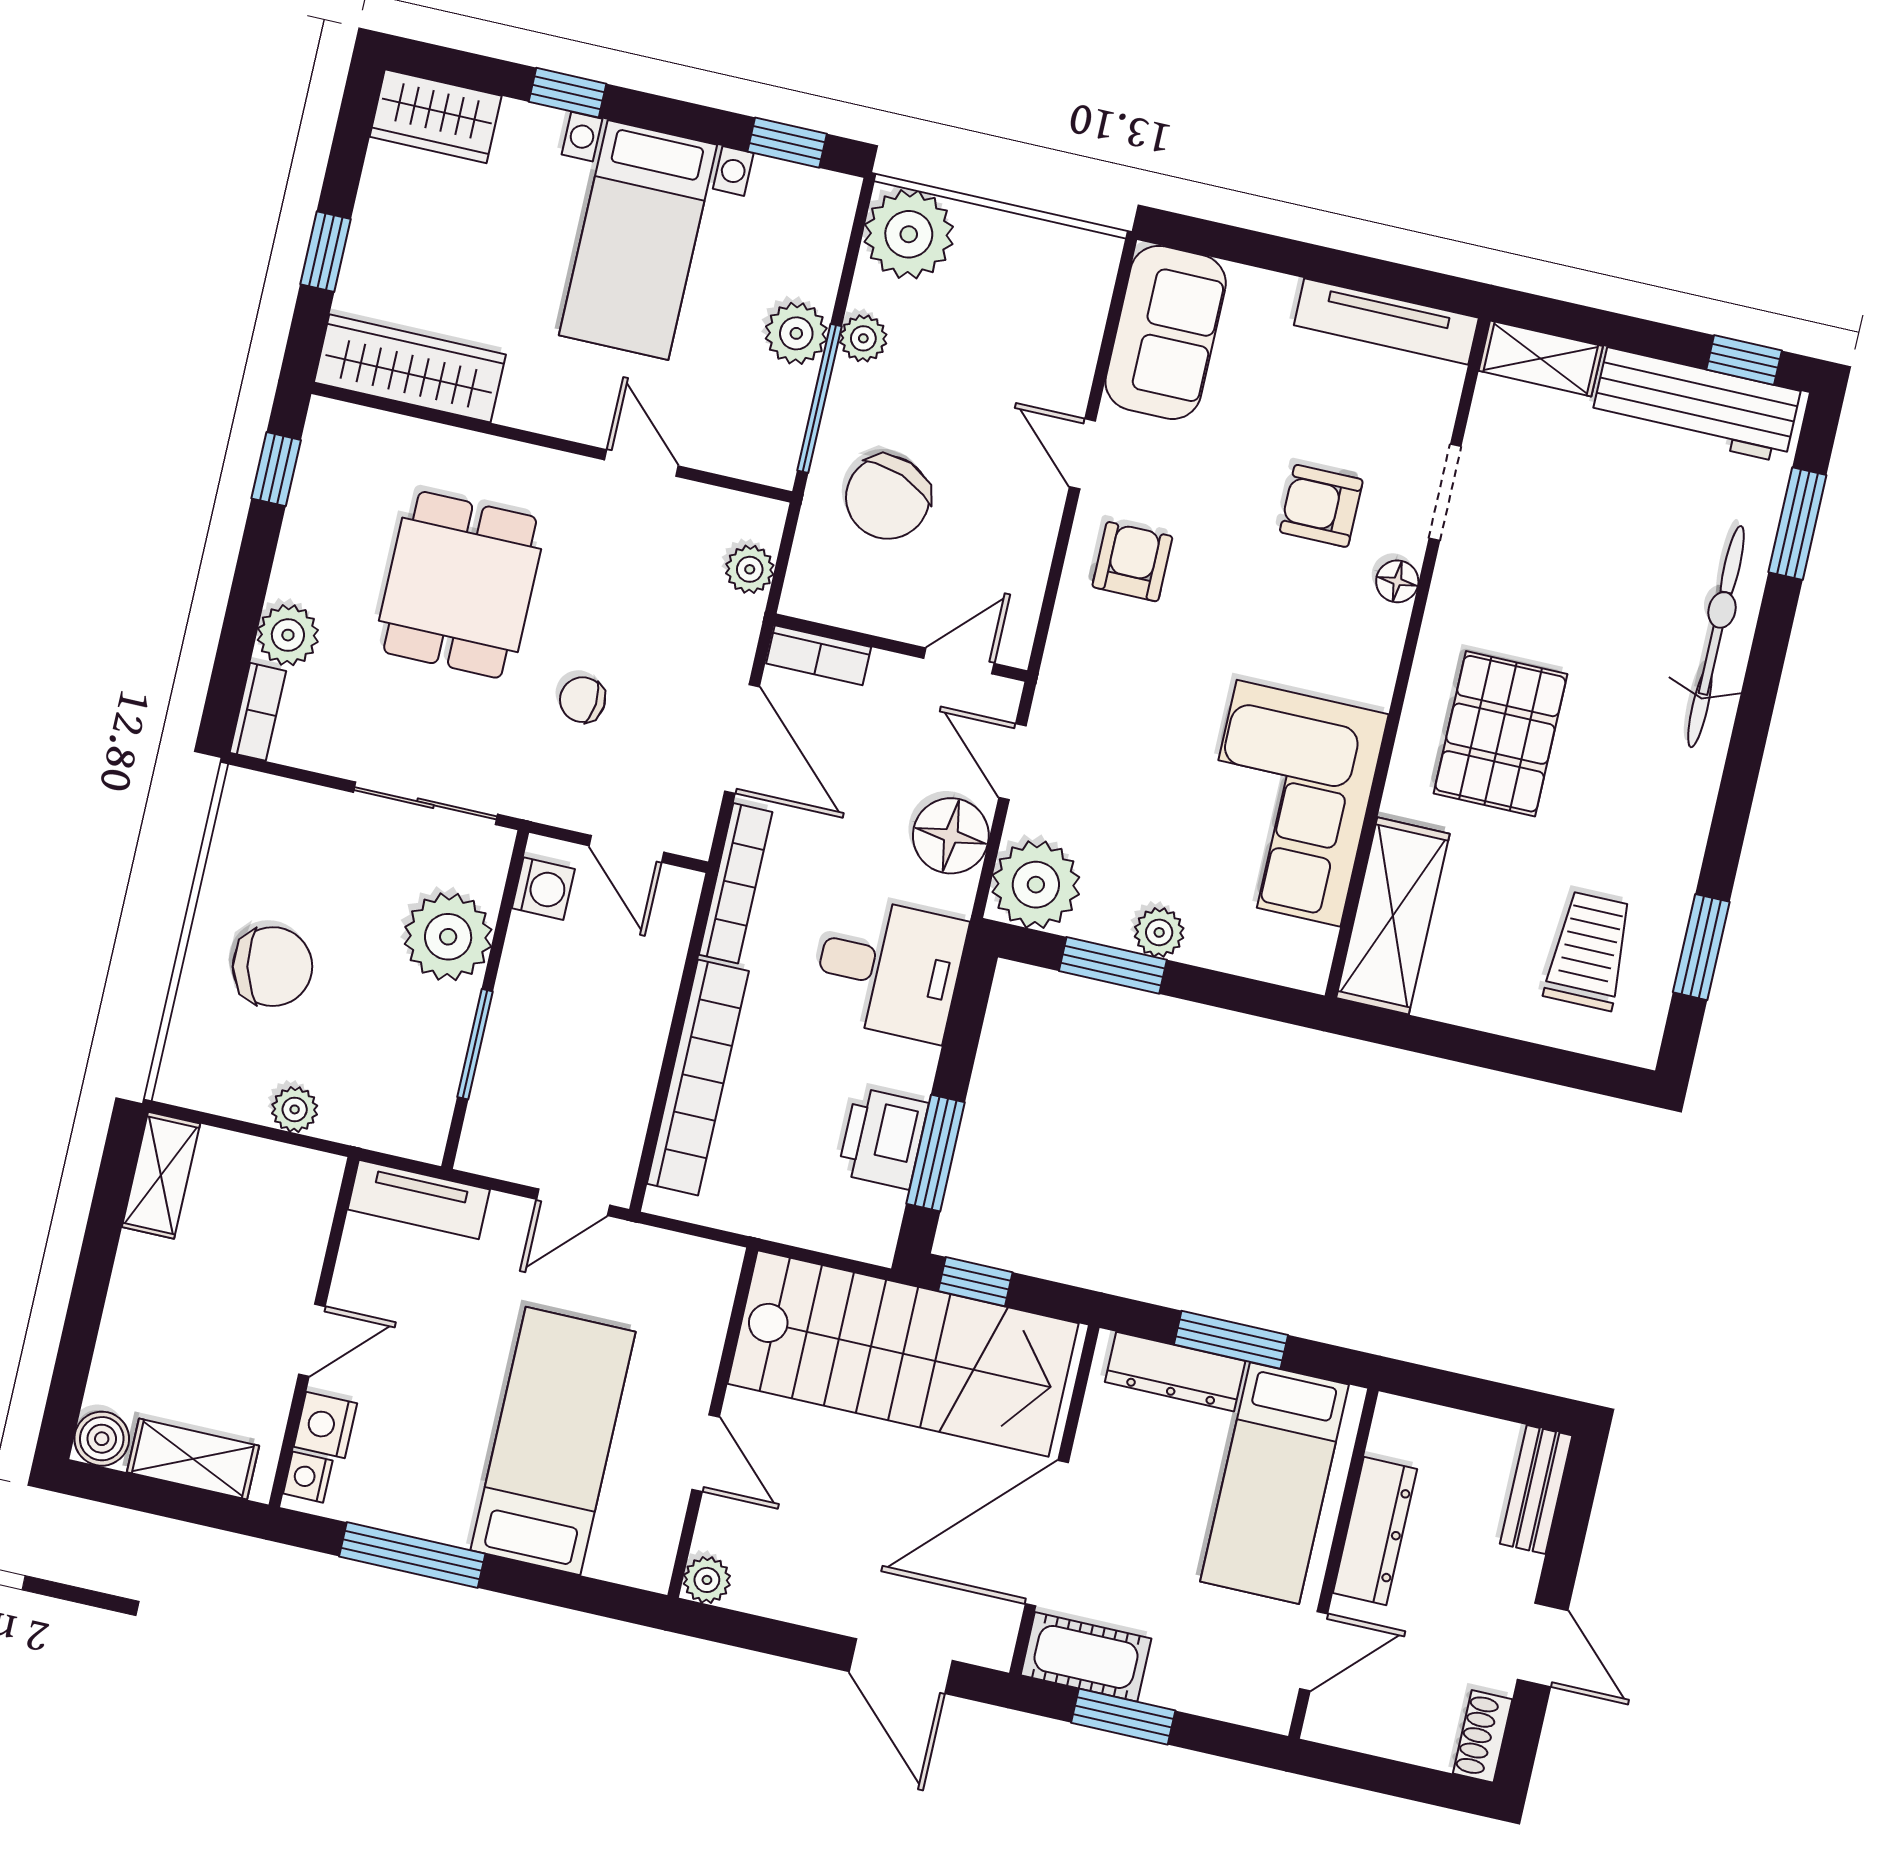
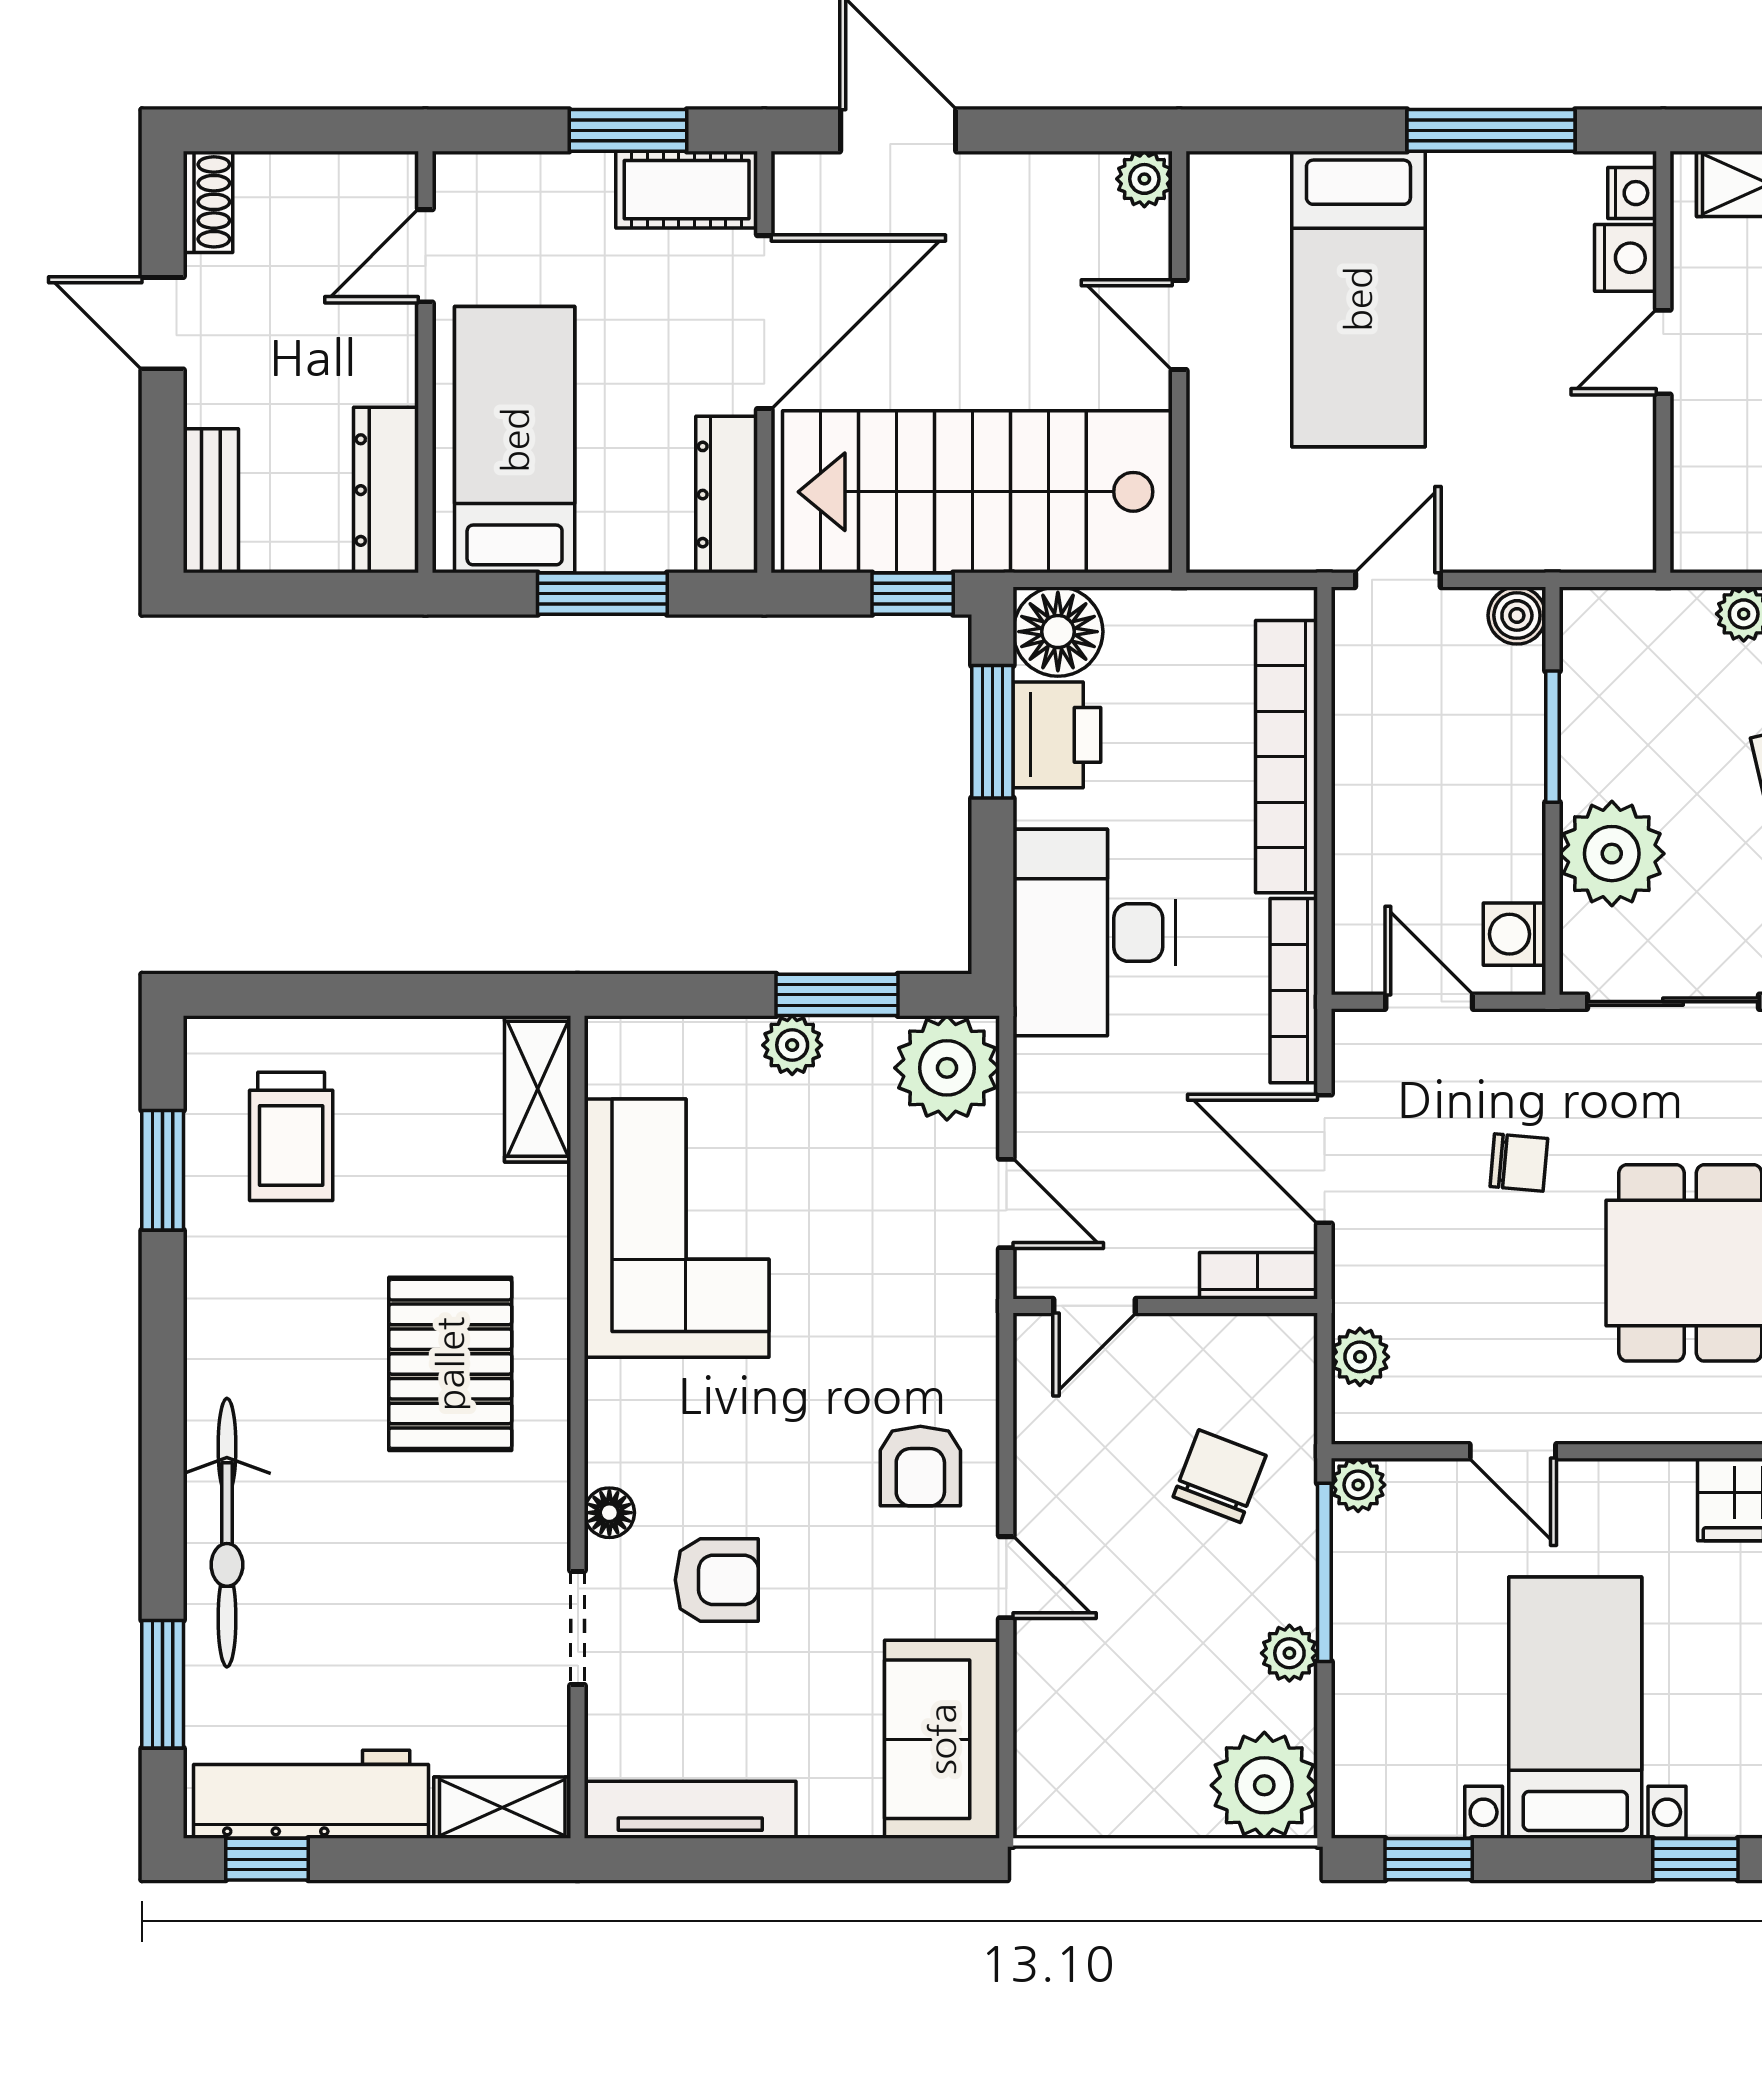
plant: (796, 333) -> (1358, 1485), moved, width x0.73, depth x0.73
chair: (888, 497) -> (1220, 1476), width x0.73, depth x0.73
floor lamp: (951, 836) -> (1058, 632), moved
shelving: (1393, 916) -> (538, 1089), width x0.67, depth x0.75
desk: (889, 969) -> (1094, 933), width x1.37
boiler: (482, 1151) -> (1517, 615), added
tv unit: (419, 1199) -> (1577, 543), removed
dresser: (1175, 1372) -> (727, 495), moved, turned -90
dresser: (1375, 1531) -> (386, 490), moved

